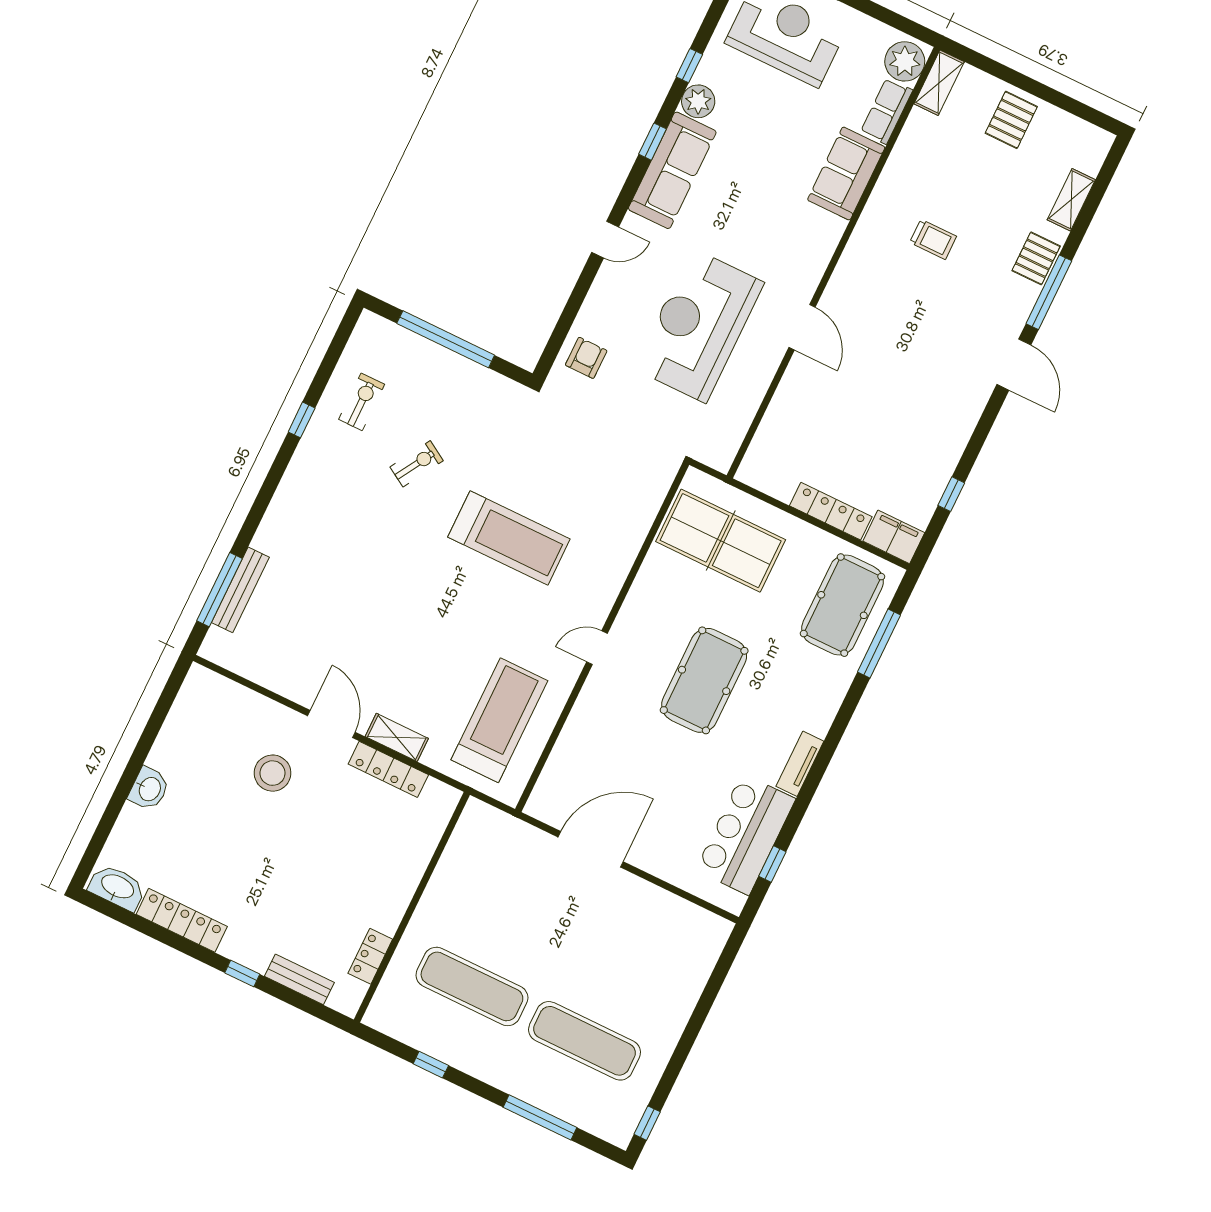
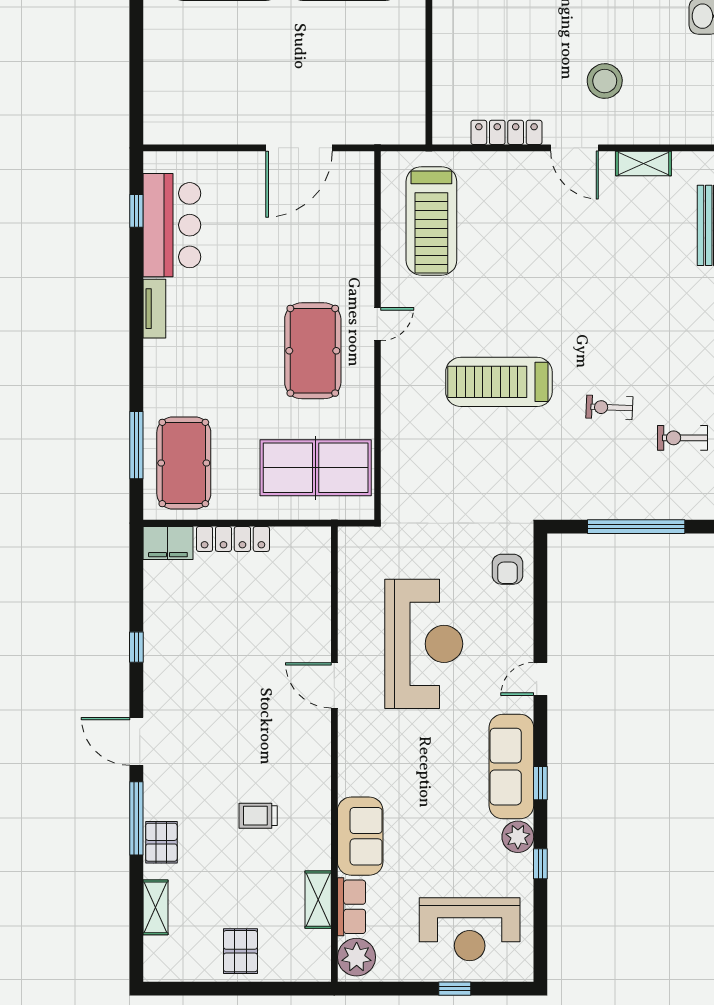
shelving: (939, 83) -> (318, 900), moved
exercise bike: (362, 402) -> (683, 438), turned 90
exercise bike: (417, 464) -> (609, 407), turned 61
window: (951, 494) -> (136, 647), moved
pool table: (704, 680) -> (313, 351), moved
shelving: (397, 737) -> (643, 163), moved

